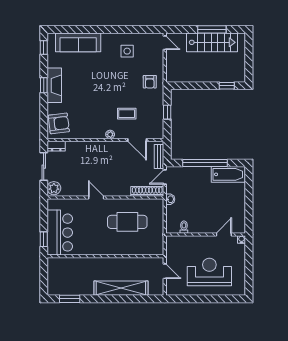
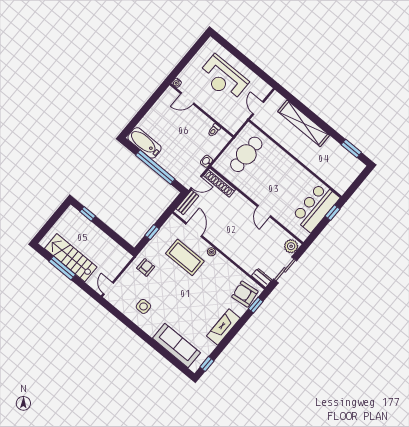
window: (44, 85) -> (256, 305), moved
coffee table: (127, 114) -> (185, 257), width x1.86, depth x1.72
cafe table: (127, 222) -> (246, 154), moved, turned 90

